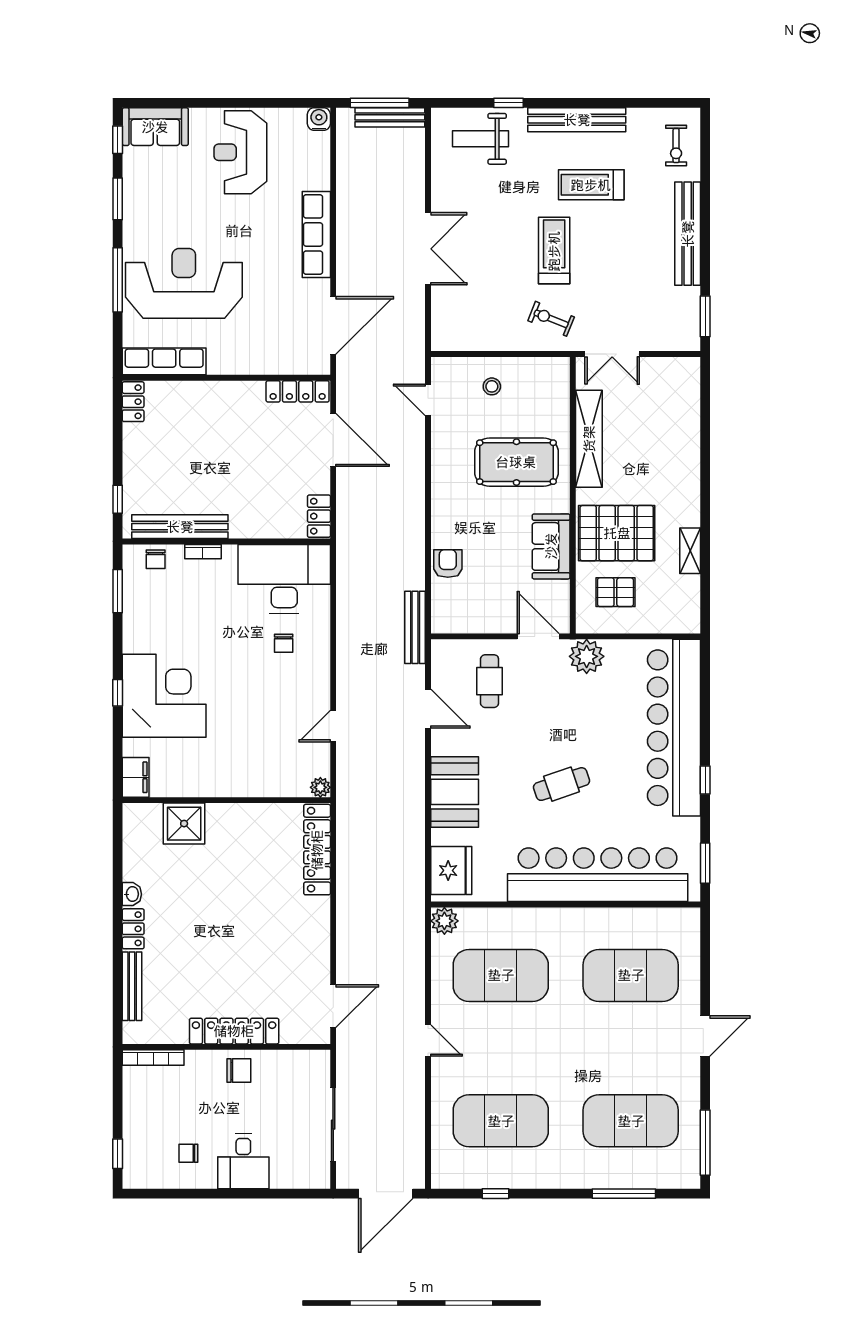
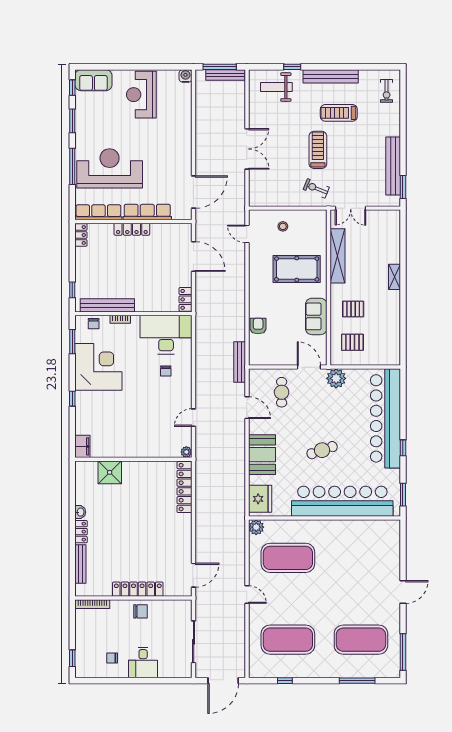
bench: (688, 234) -> (393, 166), moved
row of seats: (316, 235) -> (147, 212), moved, turned 90
locker: (298, 391) -> (132, 229), moved
pallet: (617, 533) -> (353, 309), width x0.49, depth x0.50
shelving: (690, 551) -> (394, 277), moved
corner desk: (164, 696) -> (98, 367), moved
exercise mat: (631, 975) -> (361, 558), removed

